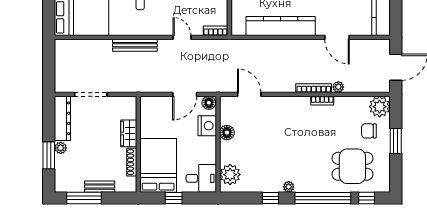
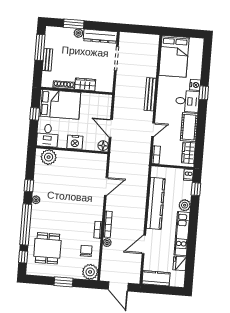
door: (249, 94) -> (106, 186), moved
nightstand: (207, 126) -> (75, 142), moved
chair: (369, 131) -> (86, 251), moved
floor lamp: (227, 133) -> (80, 157), removed

